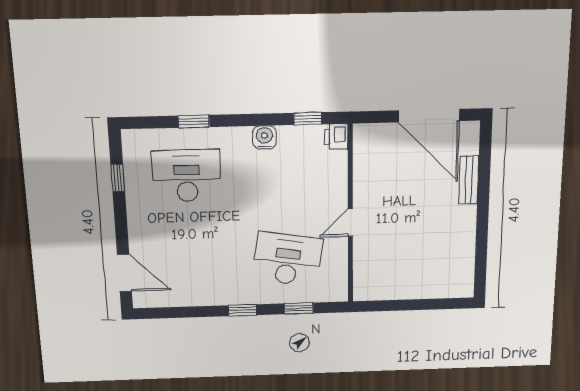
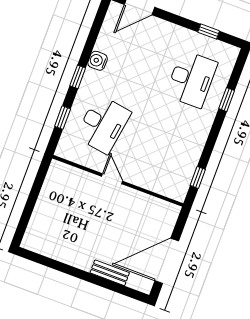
water cooler: (264, 137) -> (98, 61), moved, turned 180
printer: (336, 137) -> (178, 192), removed

